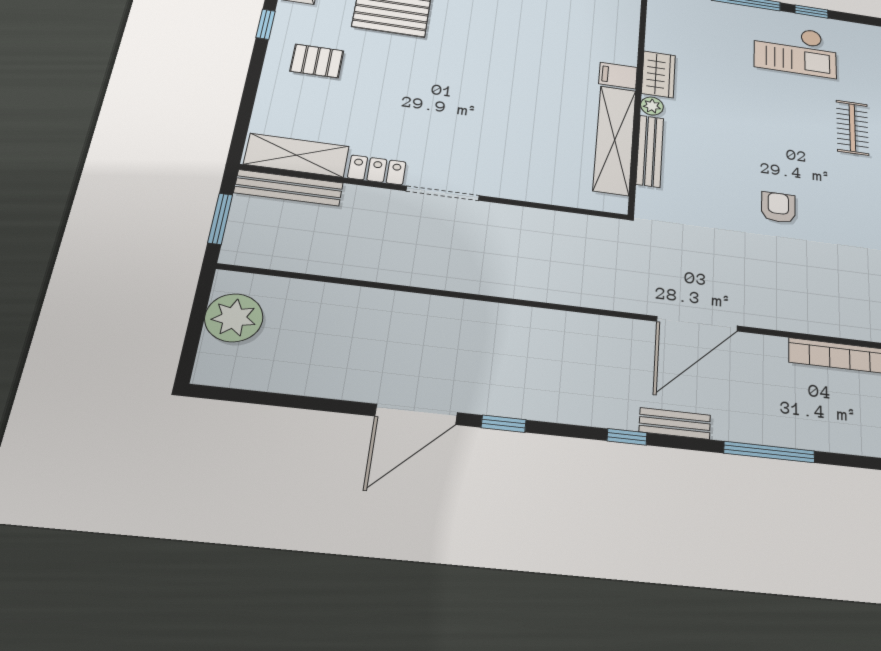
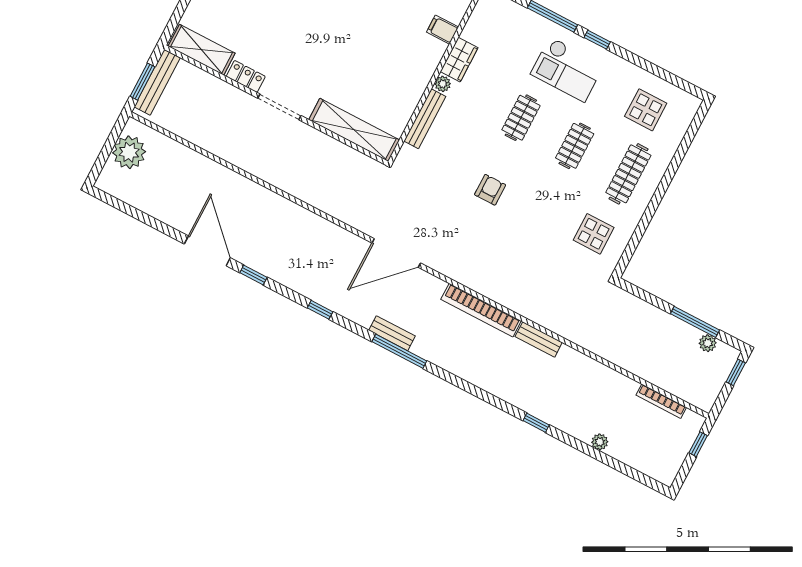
filing cabinet: (618, 76) -> (443, 30), moved
clothes rail: (770, 116) -> (521, 118), added
shelving: (615, 140) -> (354, 130), moved, turned 90
bench: (289, 188) -> (157, 82), moved, turned 90
door: (416, 414) -> (207, 251), swing flipped
bench: (675, 423) -> (392, 333), moved

